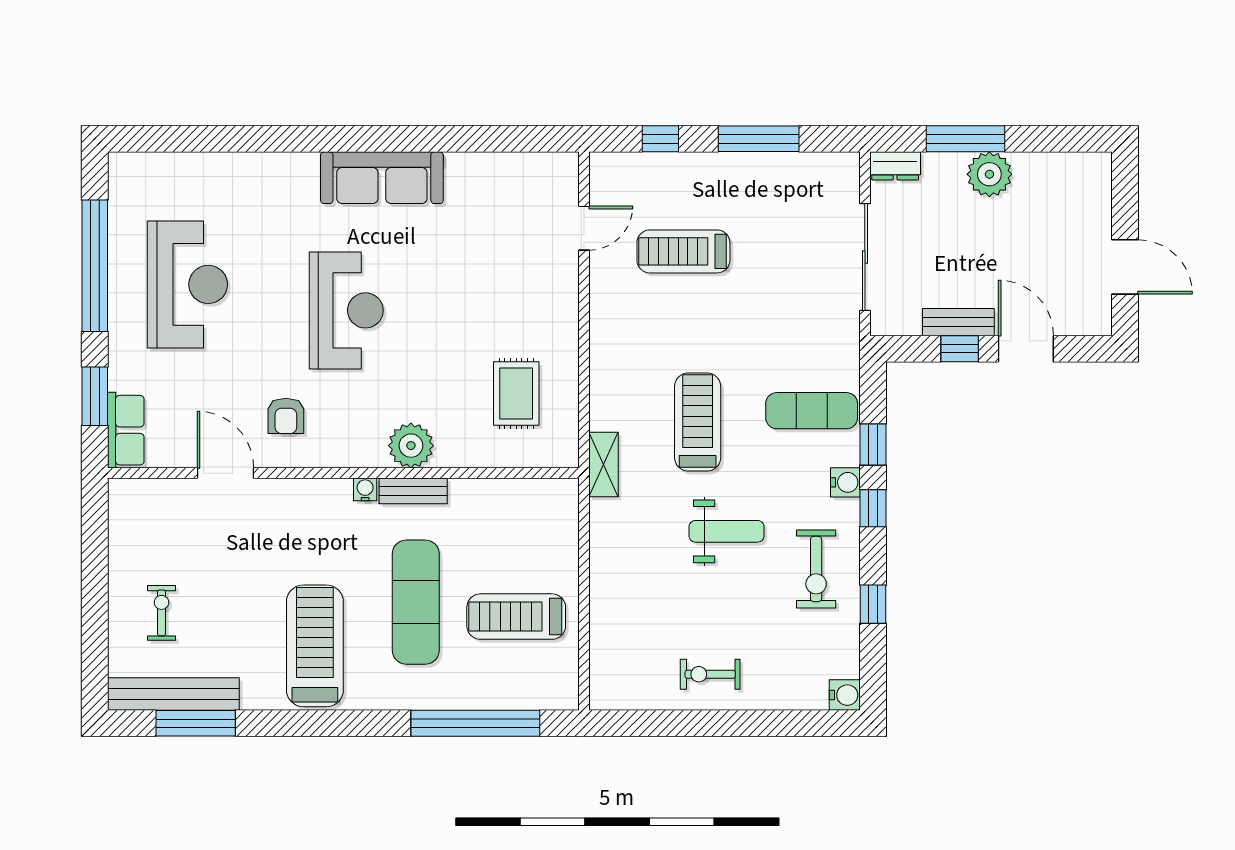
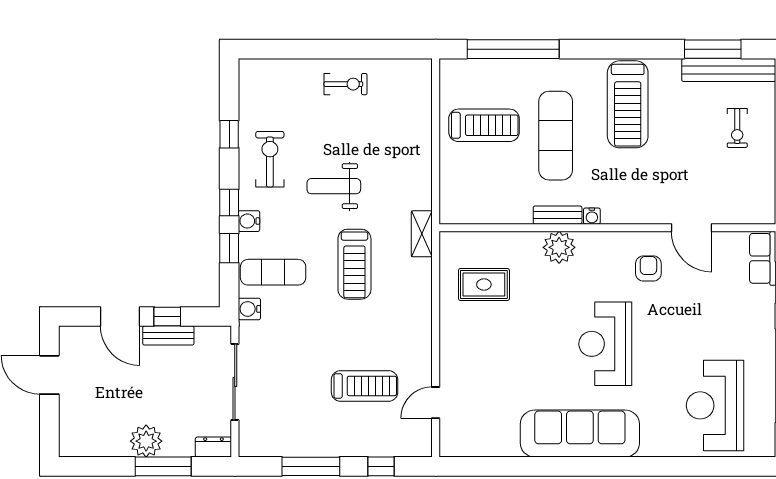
sofa: (382, 178) -> (580, 434), width x1.36, depth x1.27
reception desk: (187, 284) -> (715, 405), moved
rug: (516, 394) -> (484, 285), turned 90
water cooler: (845, 695) -> (249, 309), moved

